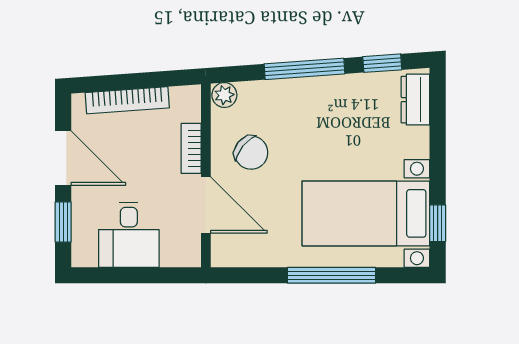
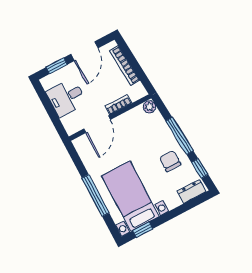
chair: (251, 153) -> (170, 161), moved, turned 141

